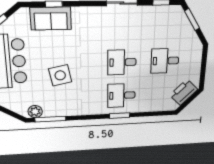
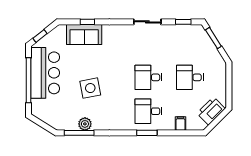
filing cabinet: (153, 105) -> (181, 124), added
plant: (35, 112) -> (85, 124), moved

